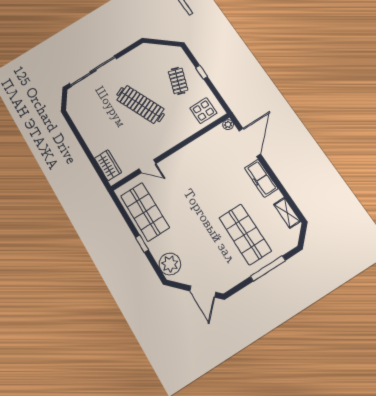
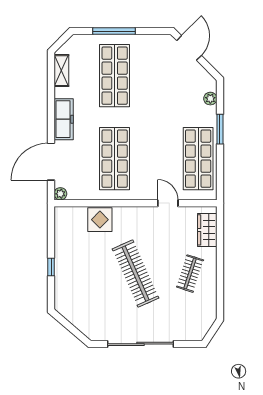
sliding door: (93, 71) -> (141, 344), moved
clothes rail: (178, 81) -> (190, 274), moved
display table: (203, 111) -> (100, 220), moved
shop shelf: (206, 173) -> (115, 159), added
window: (142, 244) -> (220, 129), width x1.50
plant: (170, 264) -> (210, 99), width x0.53, depth x0.53

